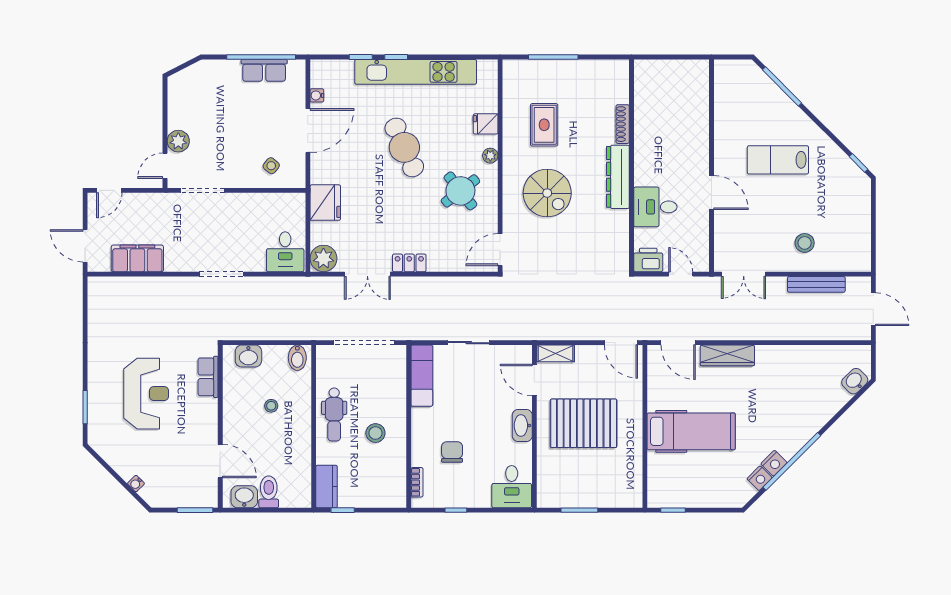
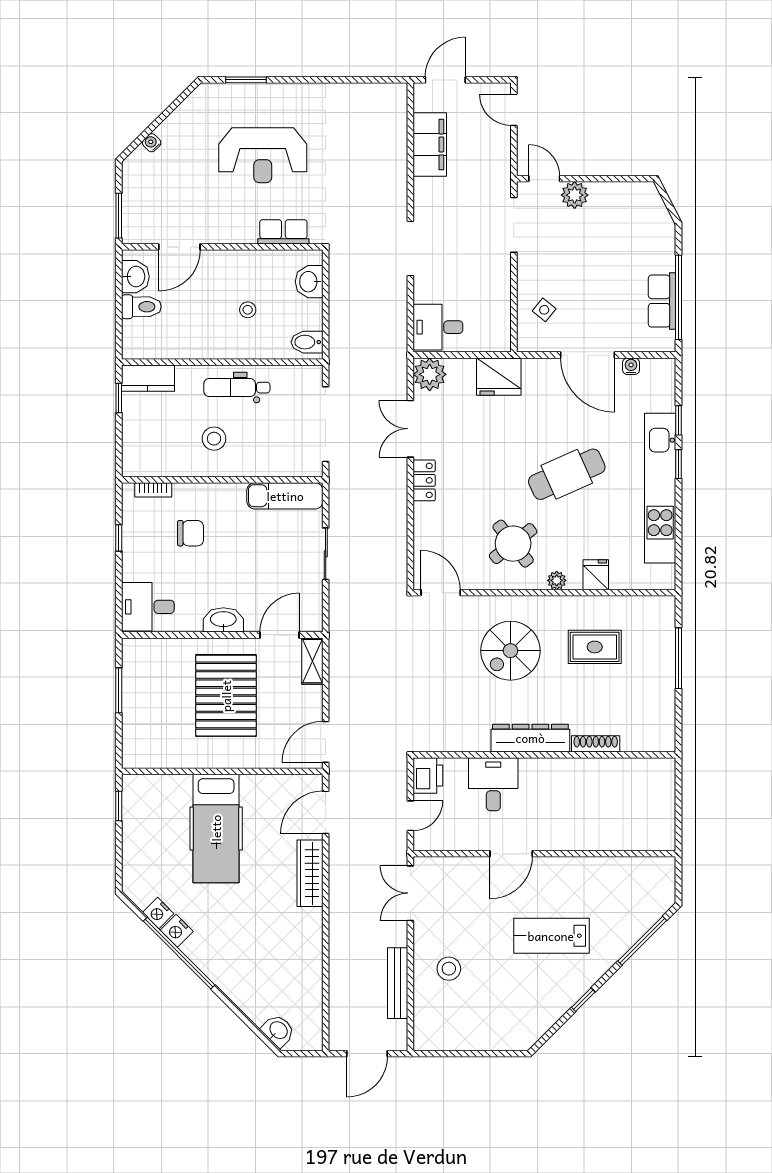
lab bench: (778, 160) -> (551, 936), turned -90
window: (858, 163) -> (583, 1000), moved

